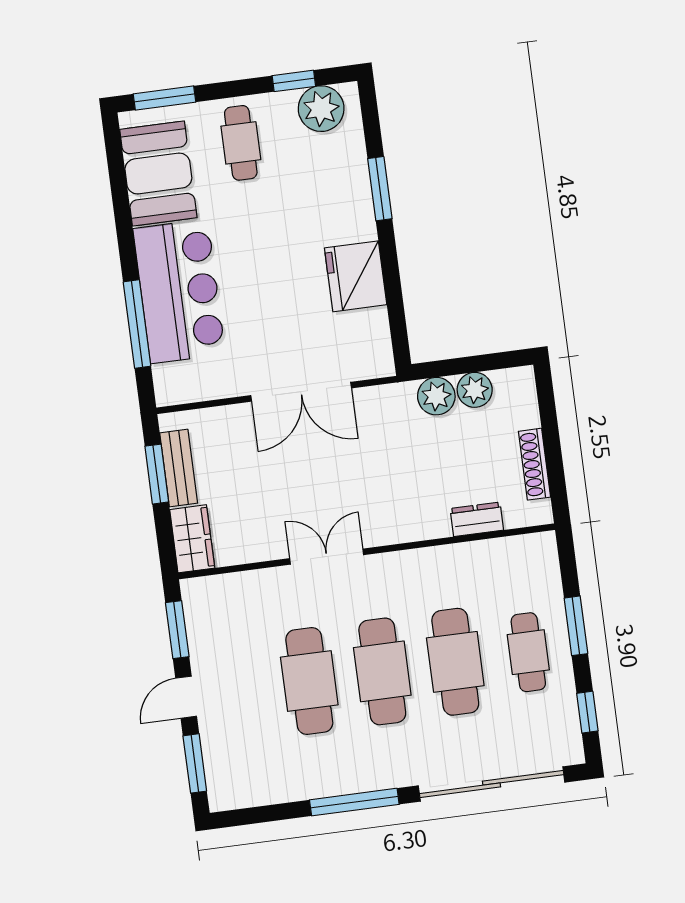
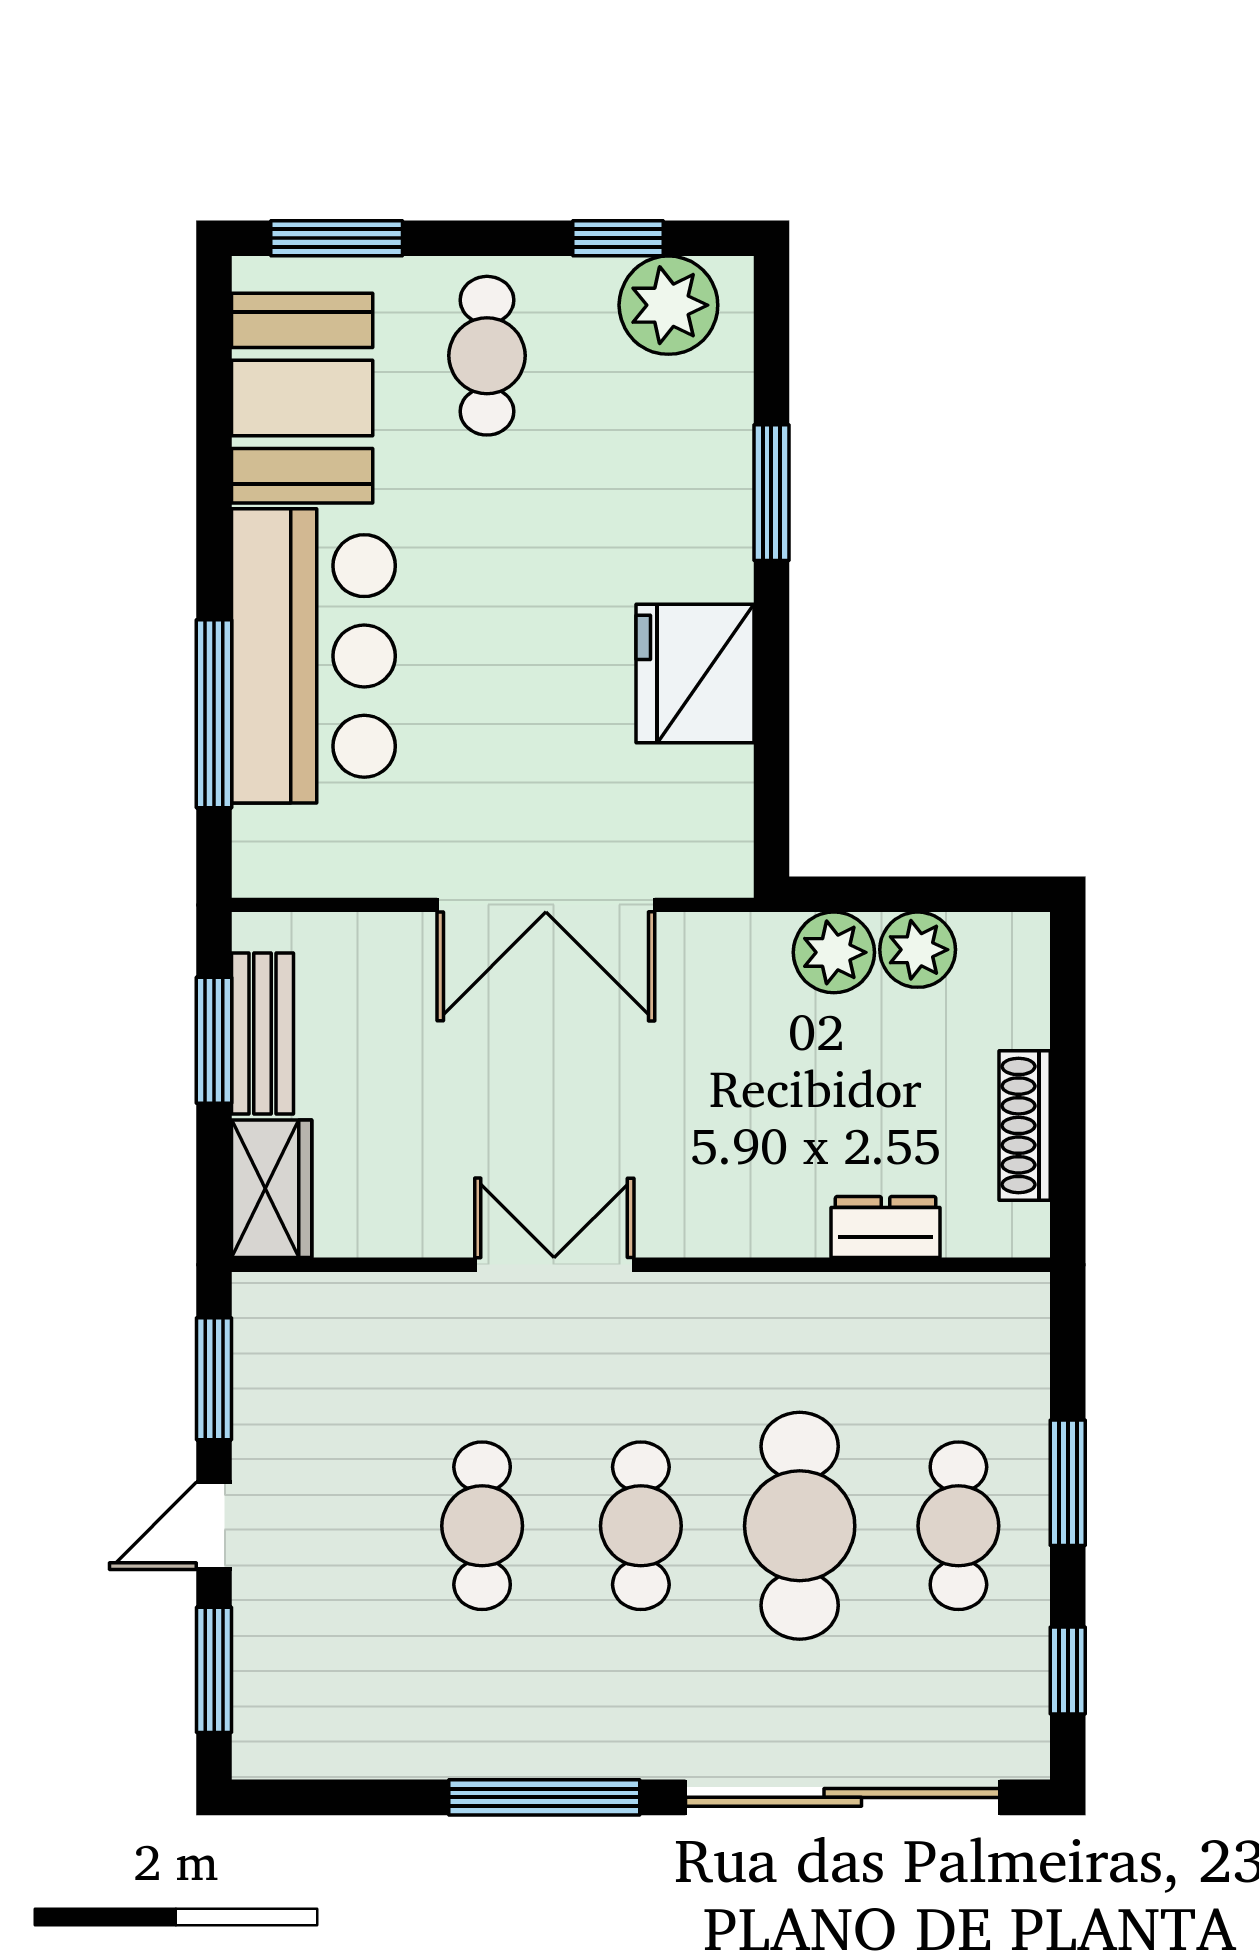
cafe table: (382, 671) -> (641, 1526), width x0.73, depth x0.74
cafe table: (309, 681) -> (482, 1526), width x0.73, depth x0.74

